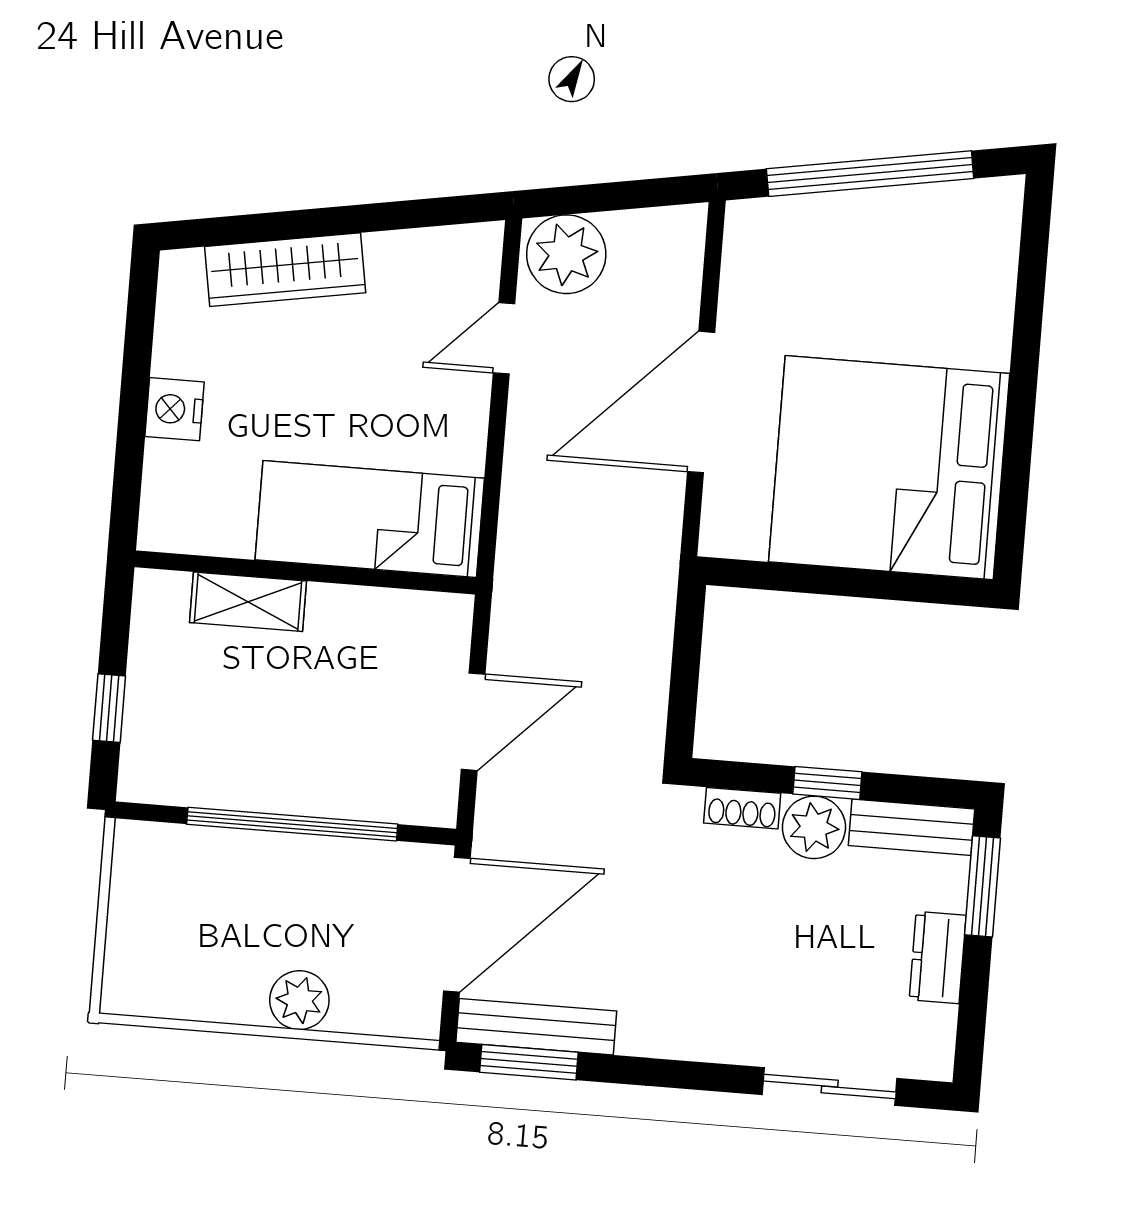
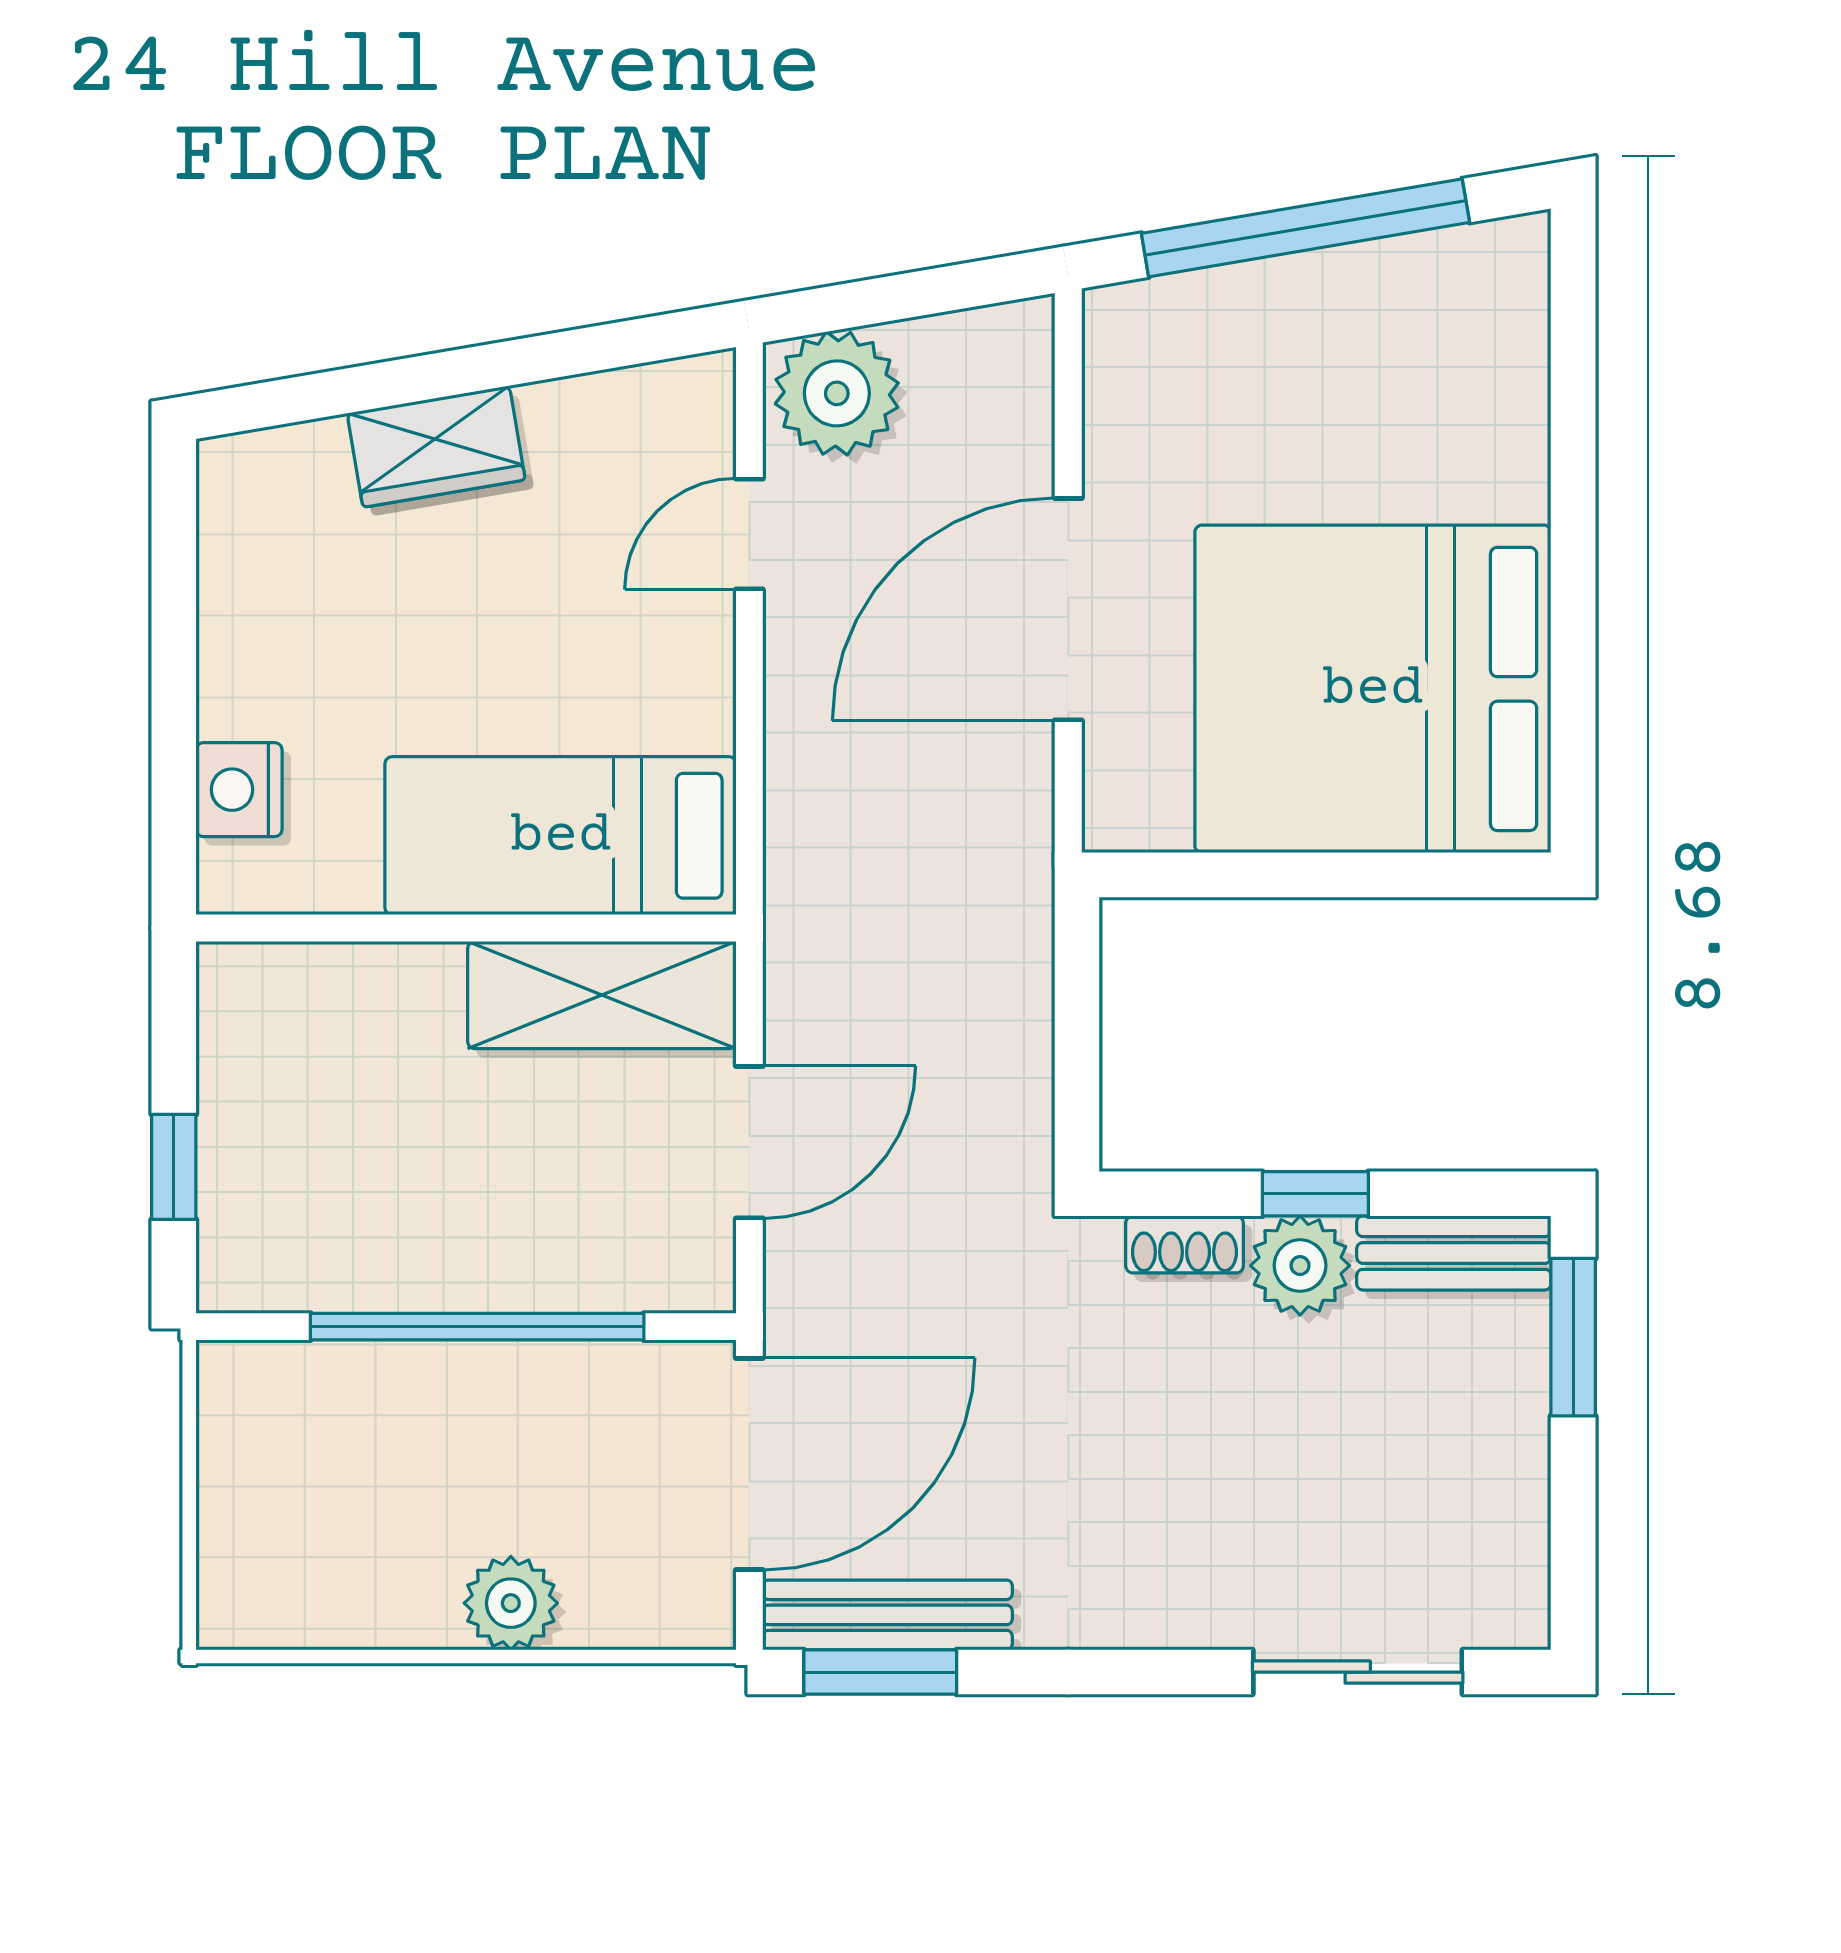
wardrobe: (285, 270) -> (436, 447), width x0.67
nightstand: (175, 409) -> (239, 790), moved
shelving: (248, 602) -> (602, 995), moved, width x1.50, depth x1.33
dresser: (938, 958) -> (1511, 1455), removed

